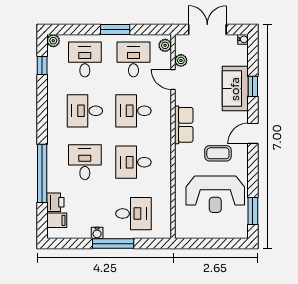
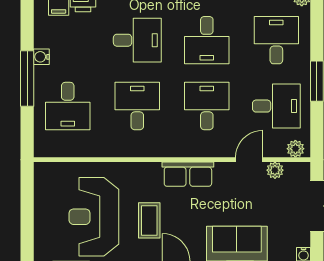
desk: (85, 59) -> (276, 40), turned -90
desk: (85, 111) -> (207, 40), turned 180

